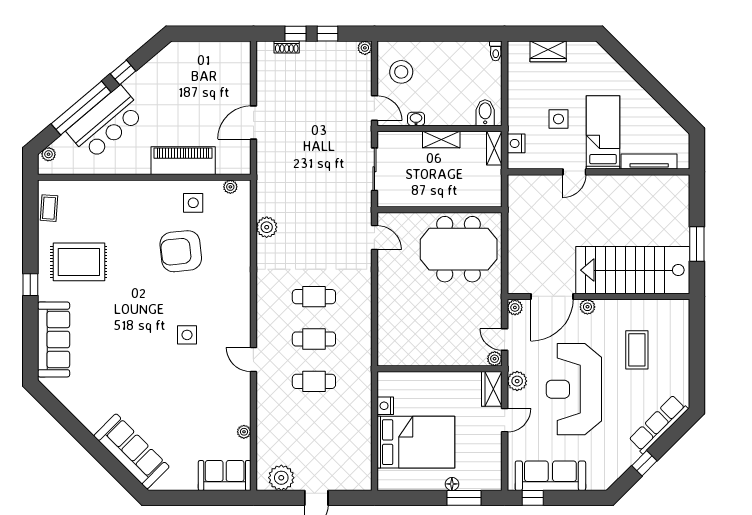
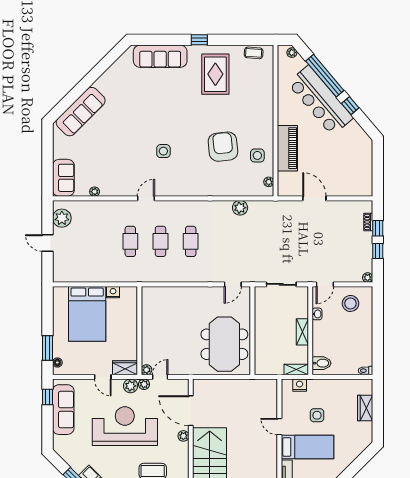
bar counter: (106, 123) -> (320, 100), width x1.36
plant: (515, 307) -> (144, 384), moved
floor lamp: (452, 484) -> (57, 363), moved

